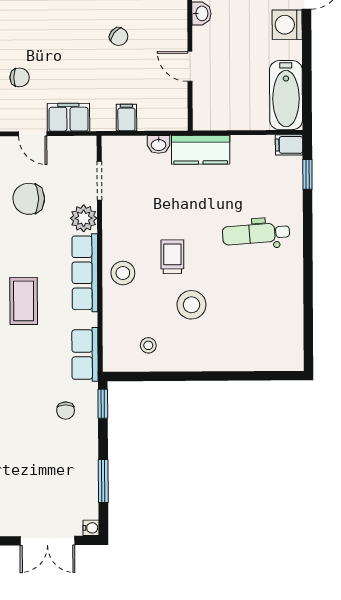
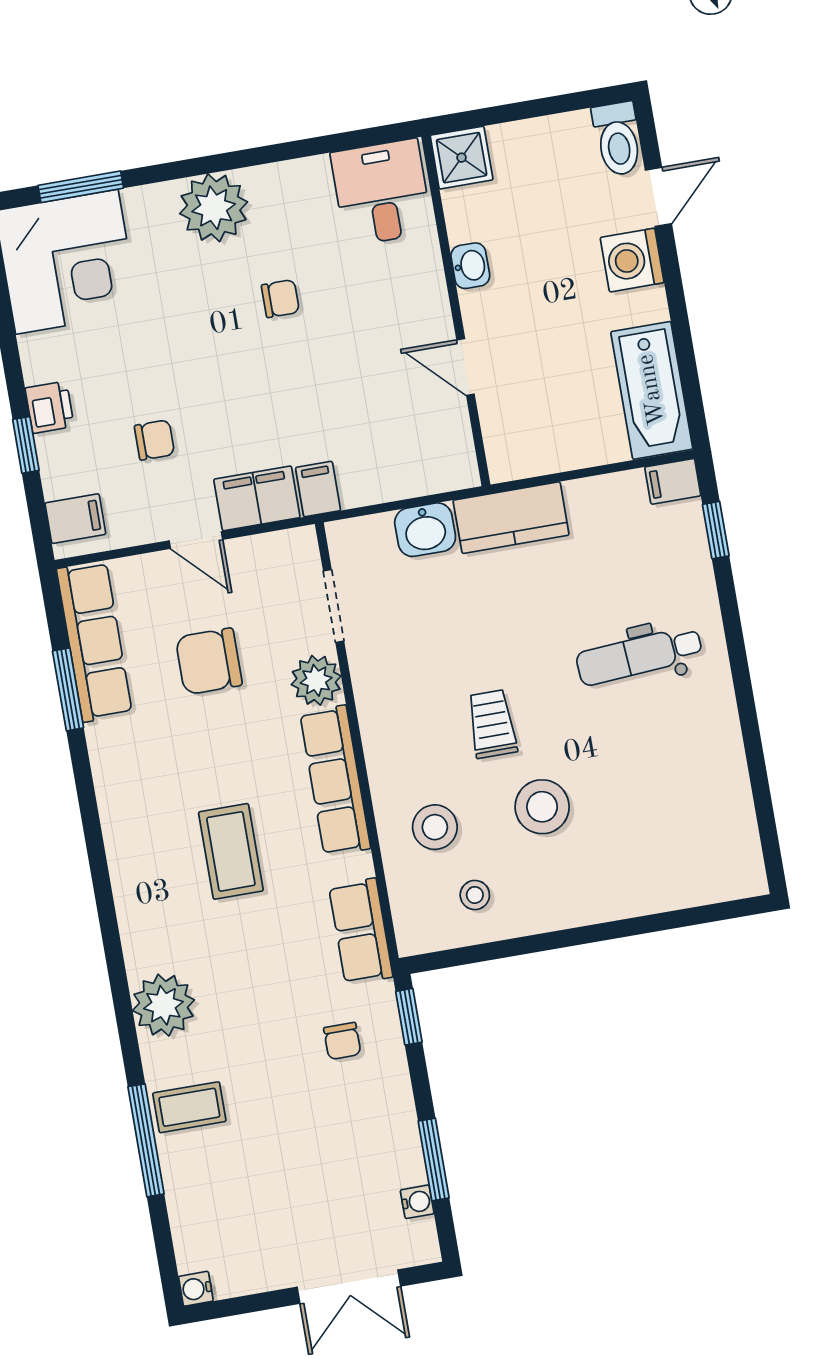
chair: (119, 37) -> (280, 299), moved, turned -39
filing cabinet: (126, 118) -> (318, 489), moved
washbasin: (159, 144) -> (425, 530), width x1.38, depth x1.45
stool: (123, 273) -> (435, 827), moved
water cooler: (91, 528) -> (417, 1202), moved

